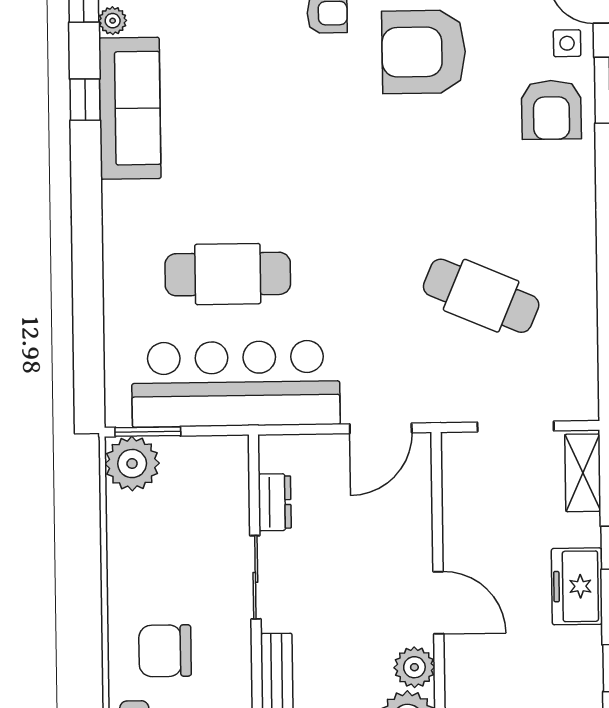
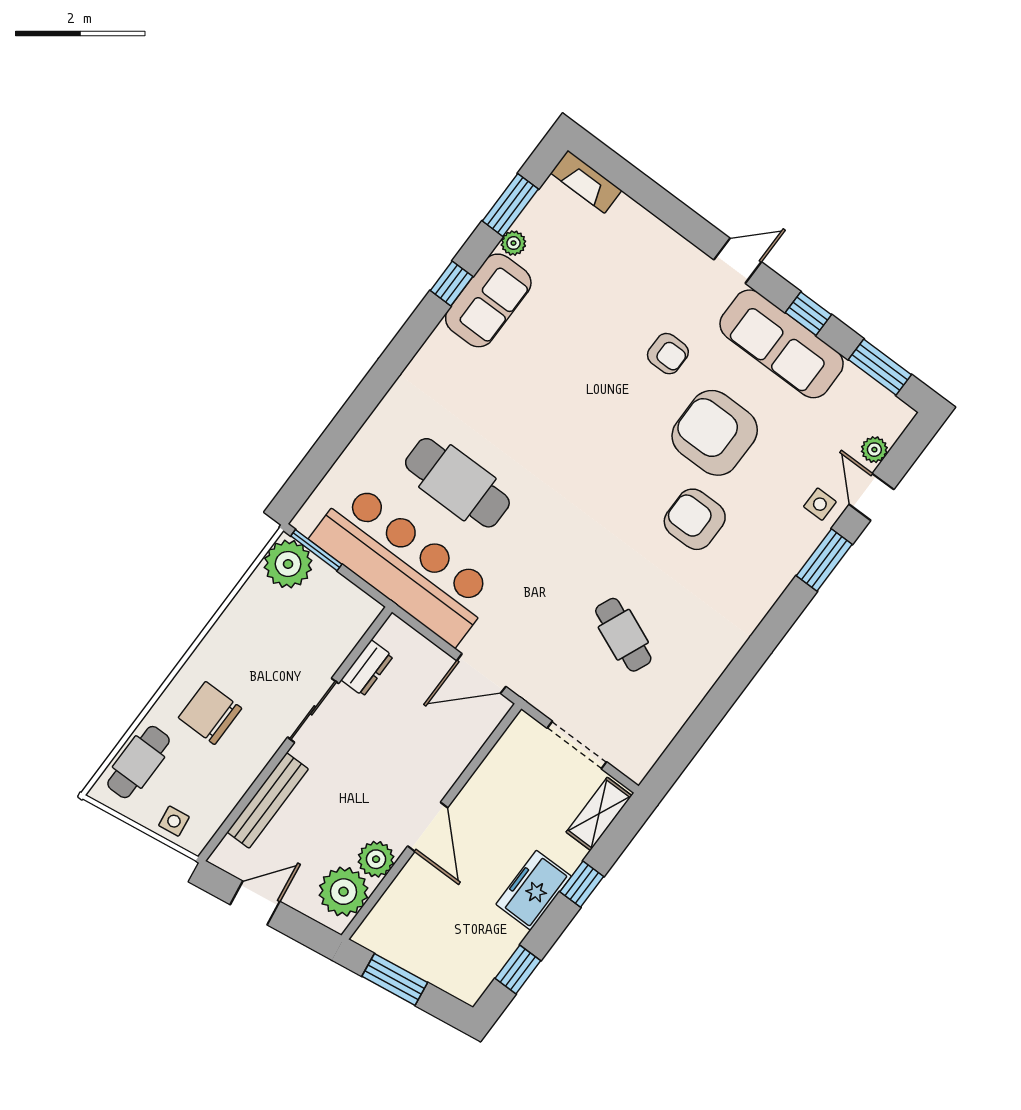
sofa: (130, 108) -> (488, 300), width x0.73
armchair: (551, 110) -> (695, 519), moved, turned 90
cafe table: (481, 296) -> (623, 635), width x0.73, depth x0.74

